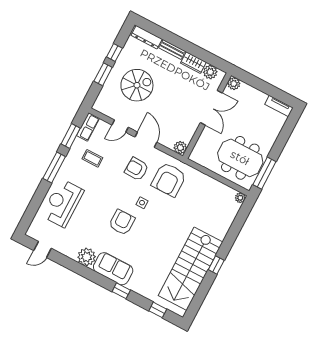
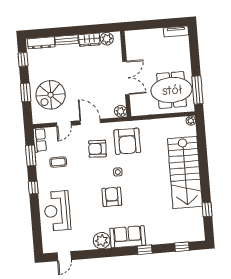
window: (114, 53) -> (23, 59), moved
plant: (234, 84) -> (131, 36), removed
spiral stairs: (137, 85) -> (51, 95), moved, turned 180
double door: (211, 108) -> (126, 78), moved
window: (54, 167) -> (33, 188), width x0.46
window: (216, 265) -> (207, 210), moved
stairs: (191, 269) -> (185, 172), moved

